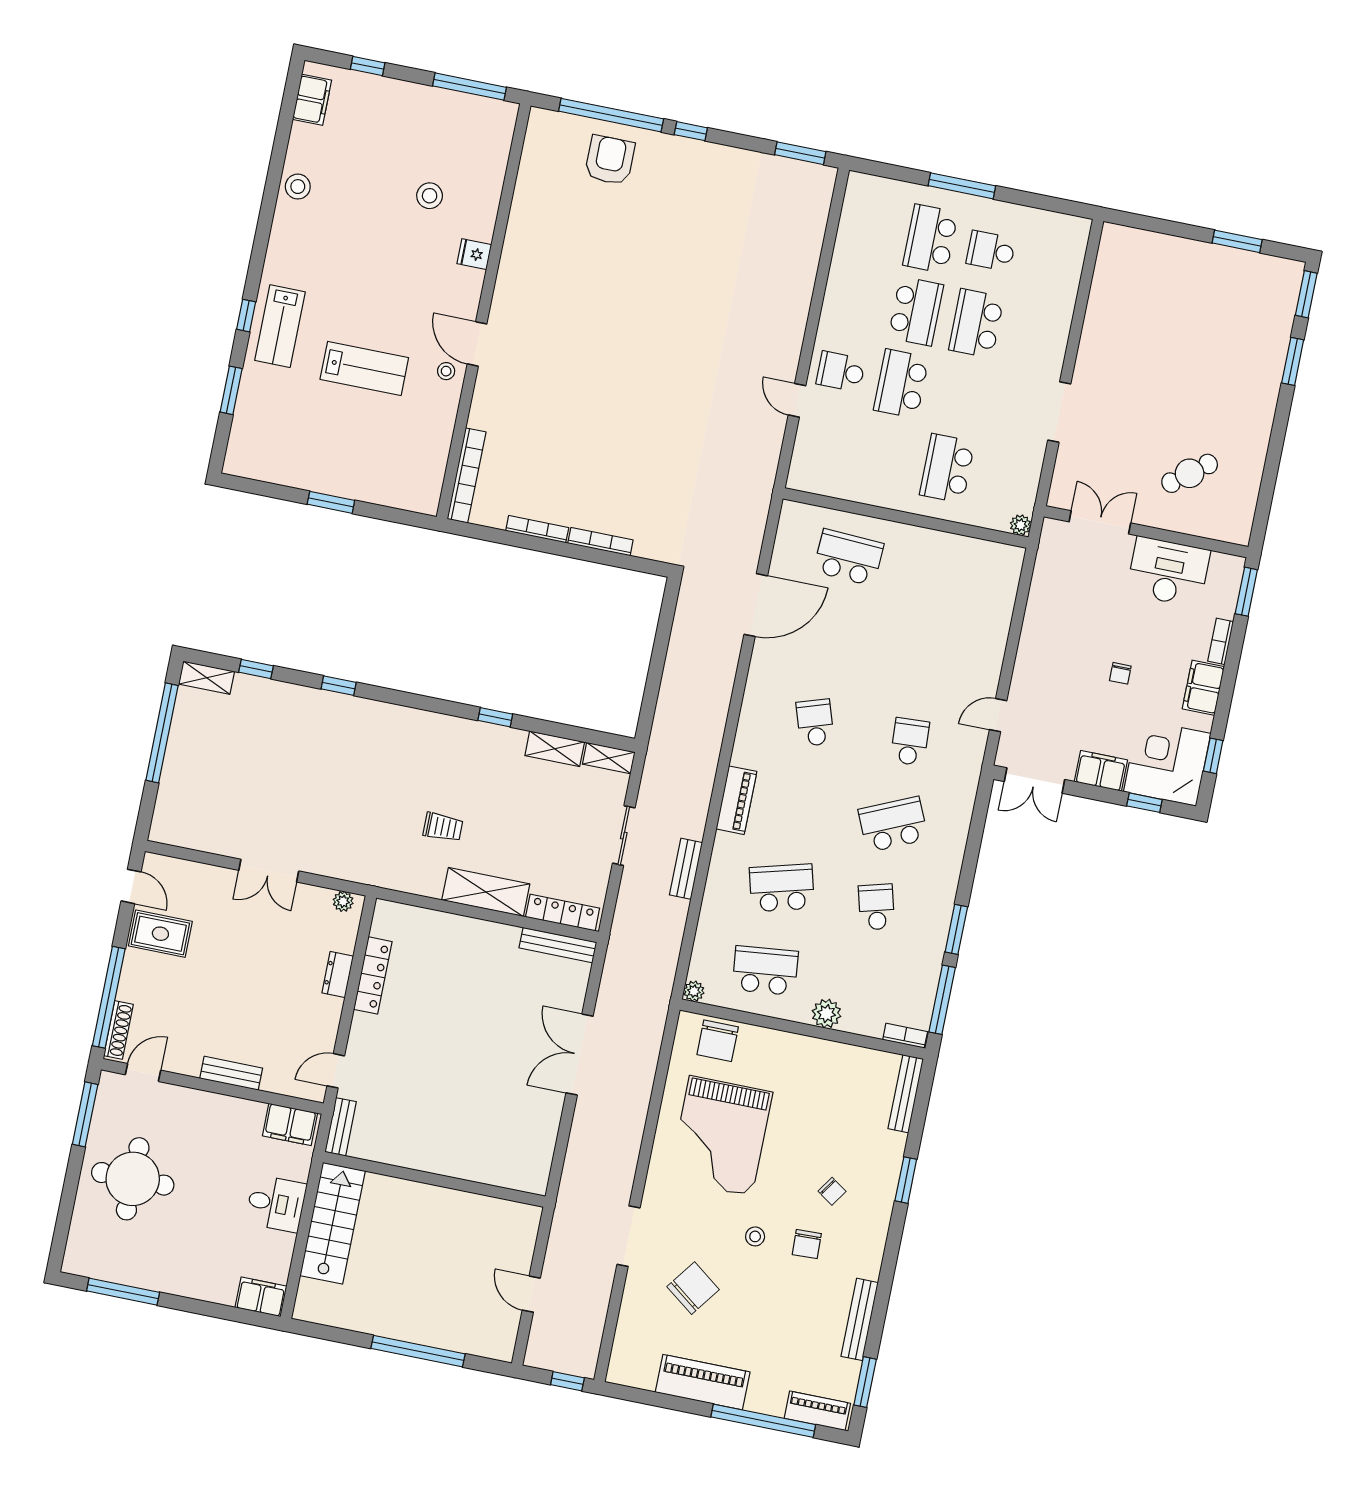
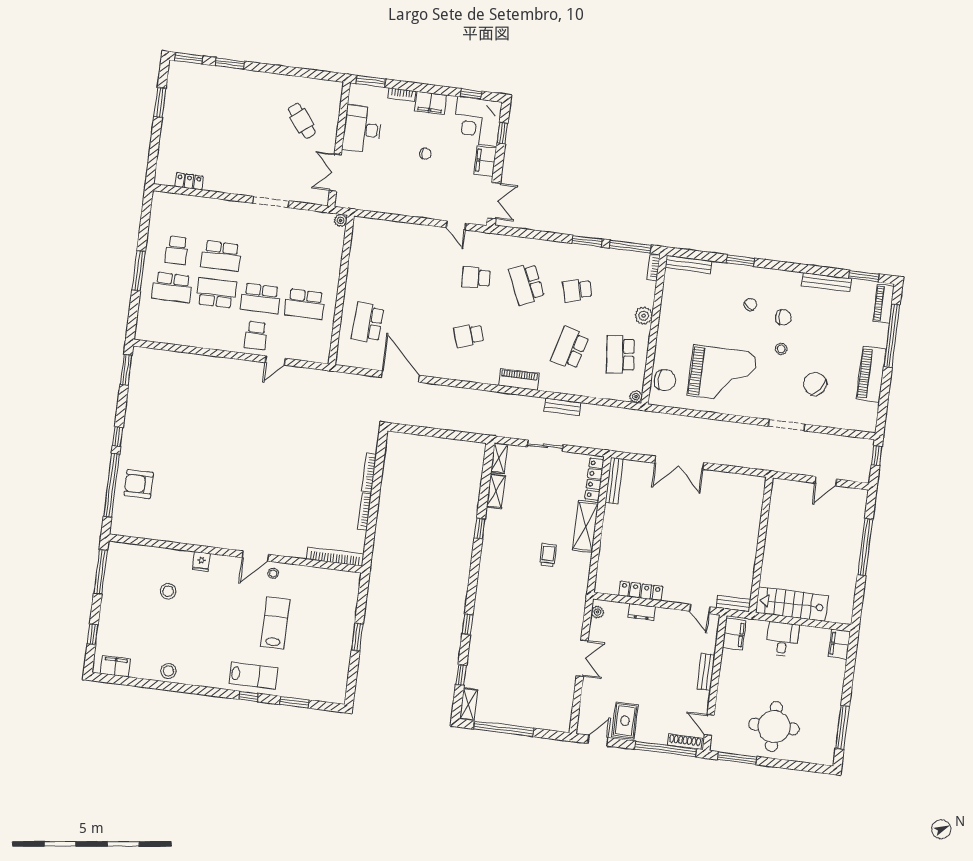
locker: (1103, 280) -> (189, 181), added
school desk: (947, 468) -> (305, 304), moved
school desk: (782, 888) -> (570, 348), turned 30

